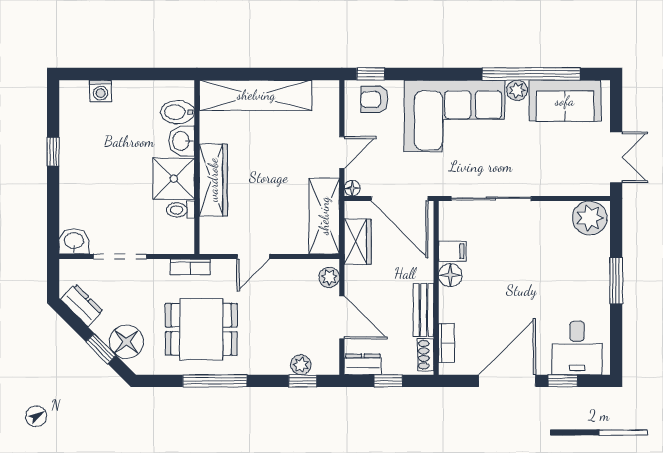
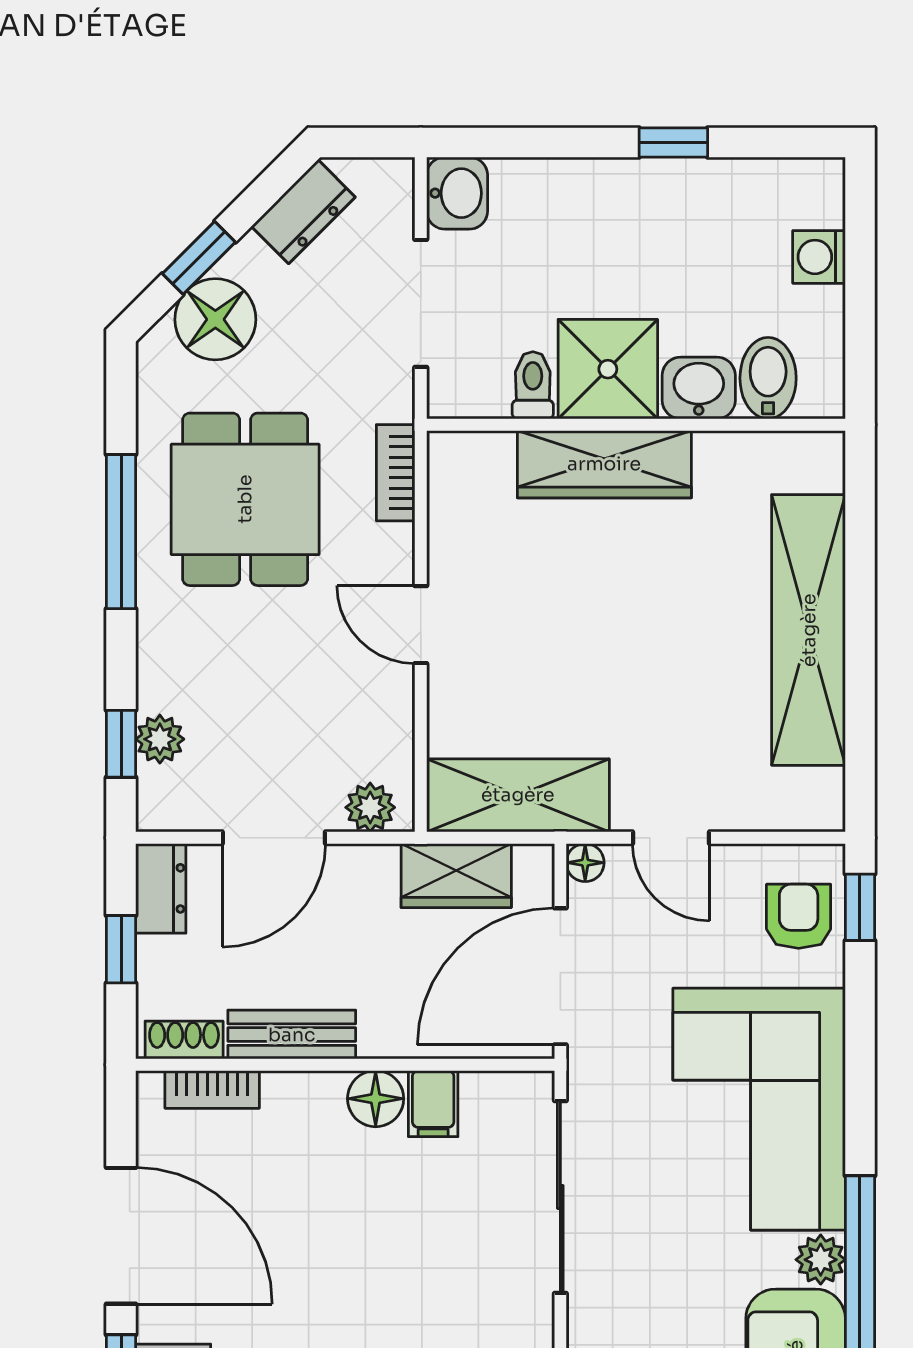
bidet: (178, 112) -> (768, 378), moved
washbasin: (182, 141) -> (699, 388), moved
wall: (197, 167) -> (636, 425), moved
shower: (174, 179) -> (608, 369), moved
wardrobe: (213, 180) -> (604, 464), moved
toilet: (180, 210) -> (533, 385), moved

